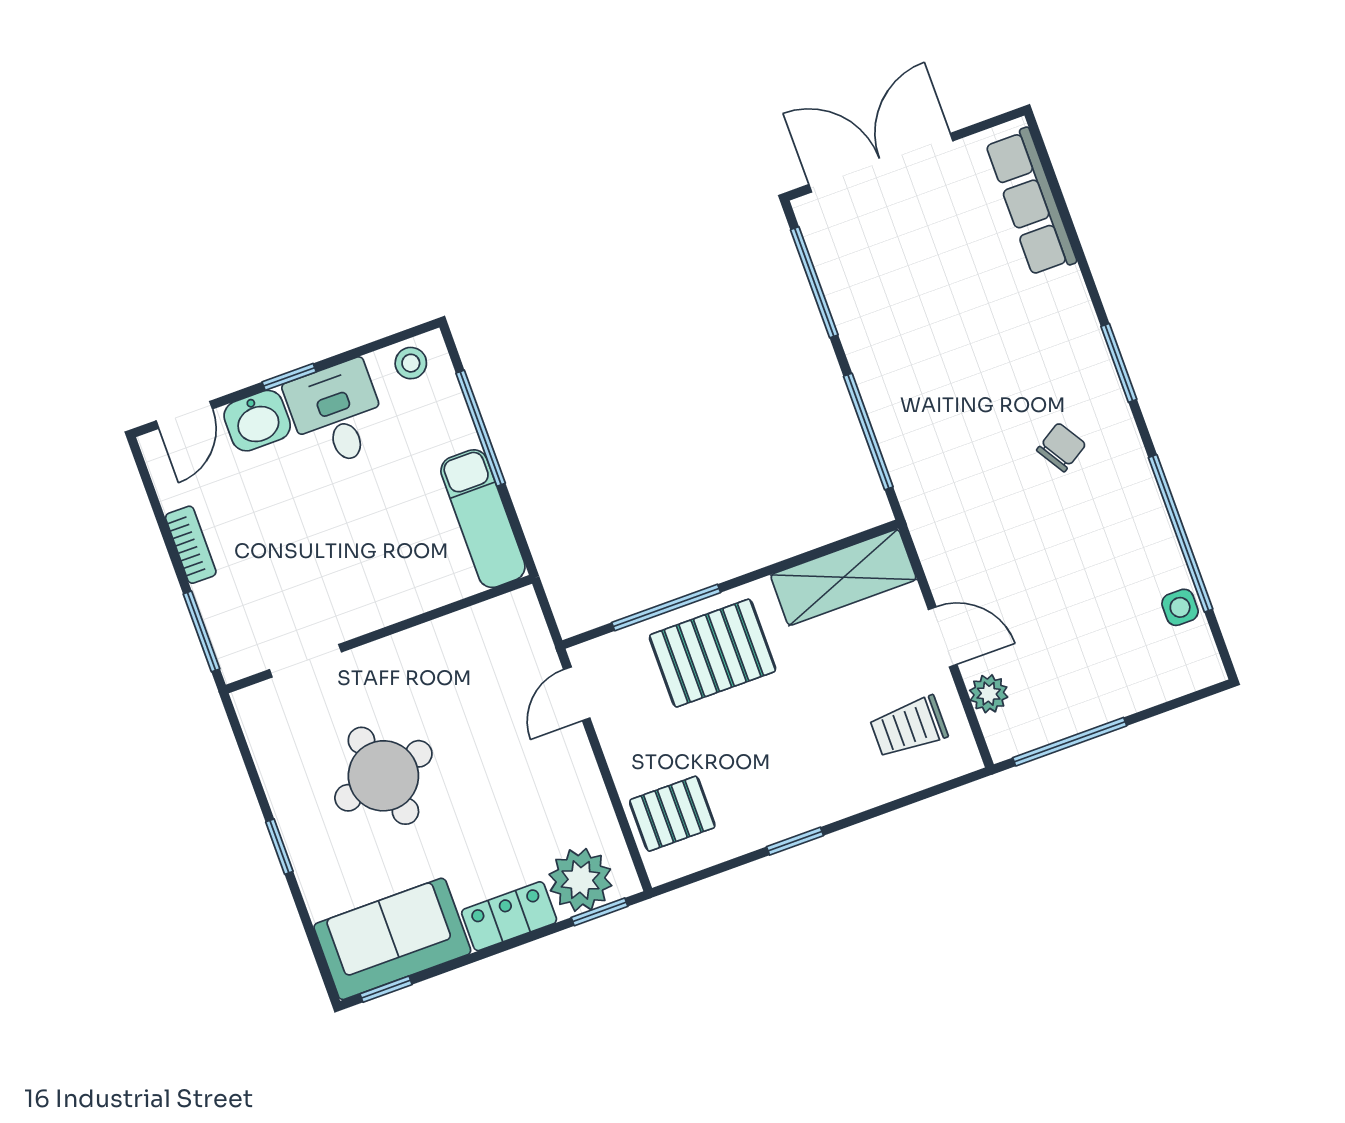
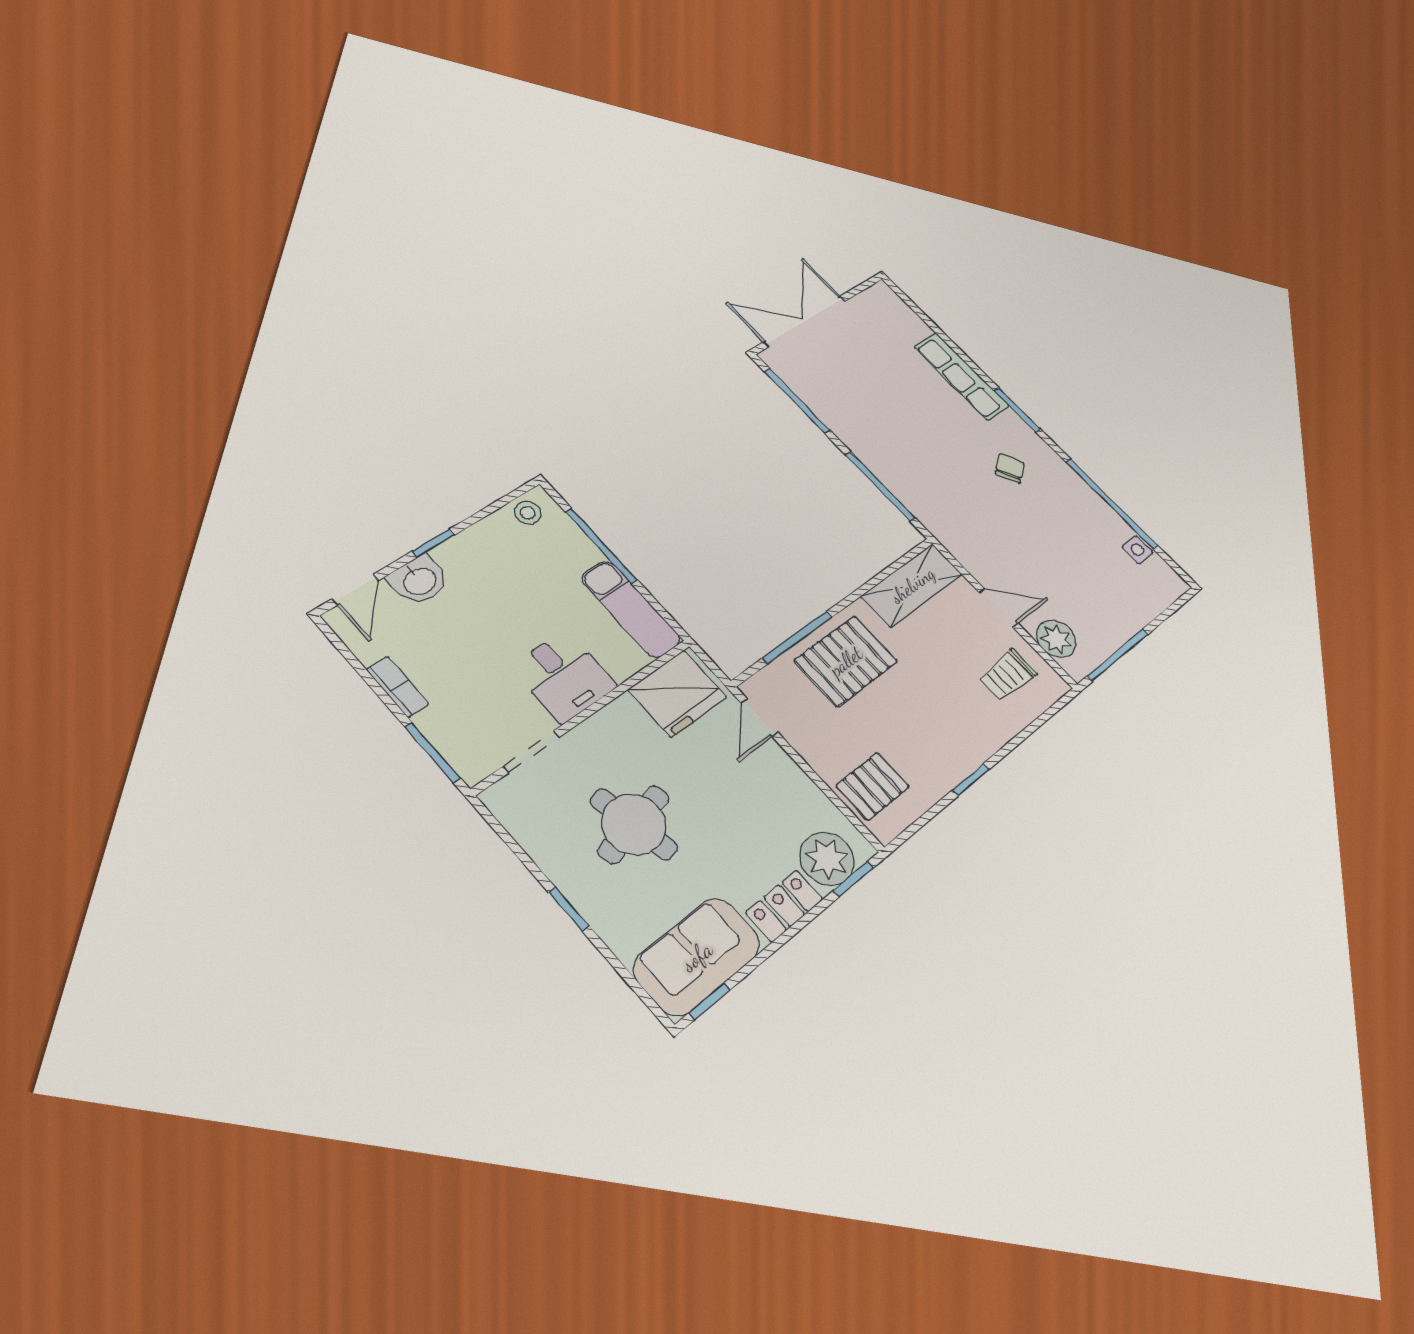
row of seats: (1031, 202) -> (962, 376), moved
desk: (337, 414) -> (564, 676), moved, turned 180
fridge: (494, 638) -> (678, 693), added
plant: (989, 694) -> (1056, 639), width x1.38, depth x1.38

